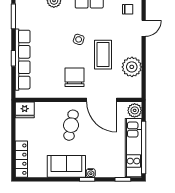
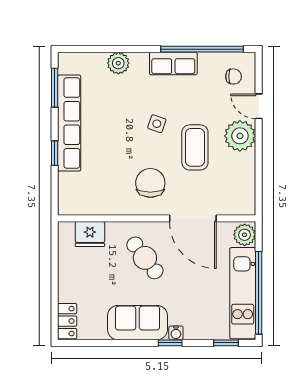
door: (144, 28) -> (259, 106), swing flipped
row of seats: (23, 60) -> (69, 123), moved
plant: (132, 67) -> (240, 136), moved
fridge: (25, 110) -> (90, 234), moved
cafe table: (71, 125) -> (145, 258), turned -48
locker: (21, 159) -> (67, 321), width x0.66

